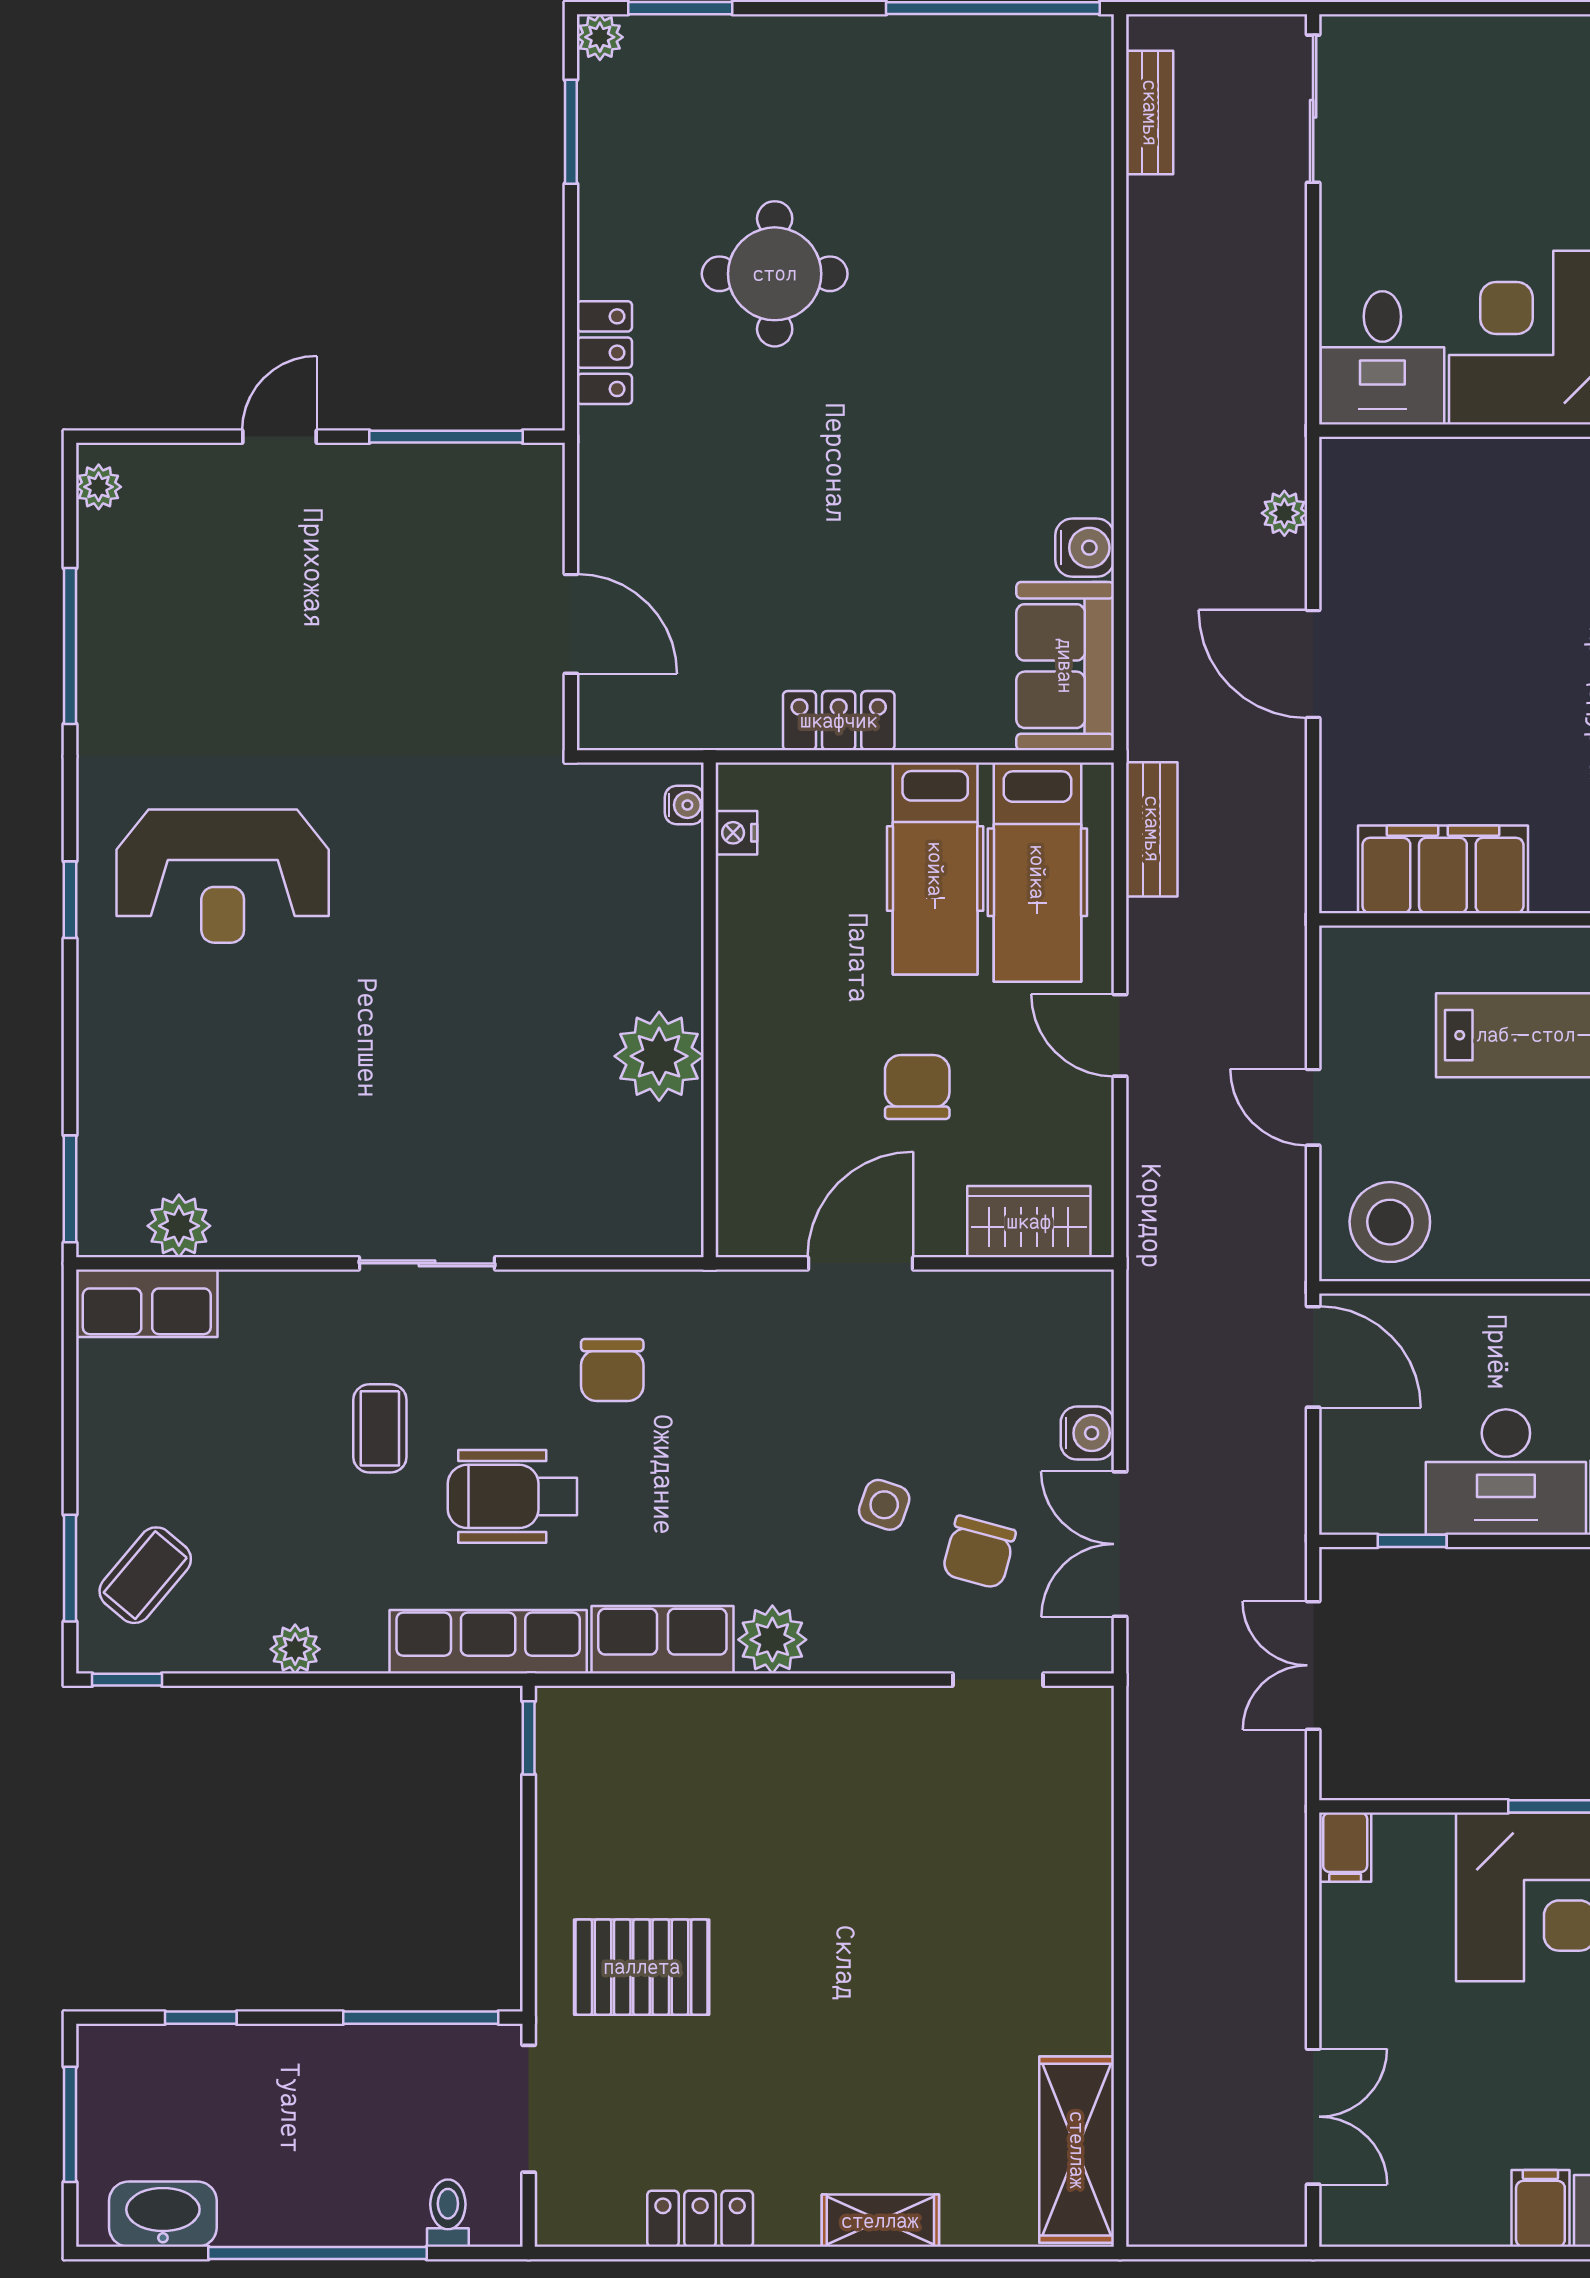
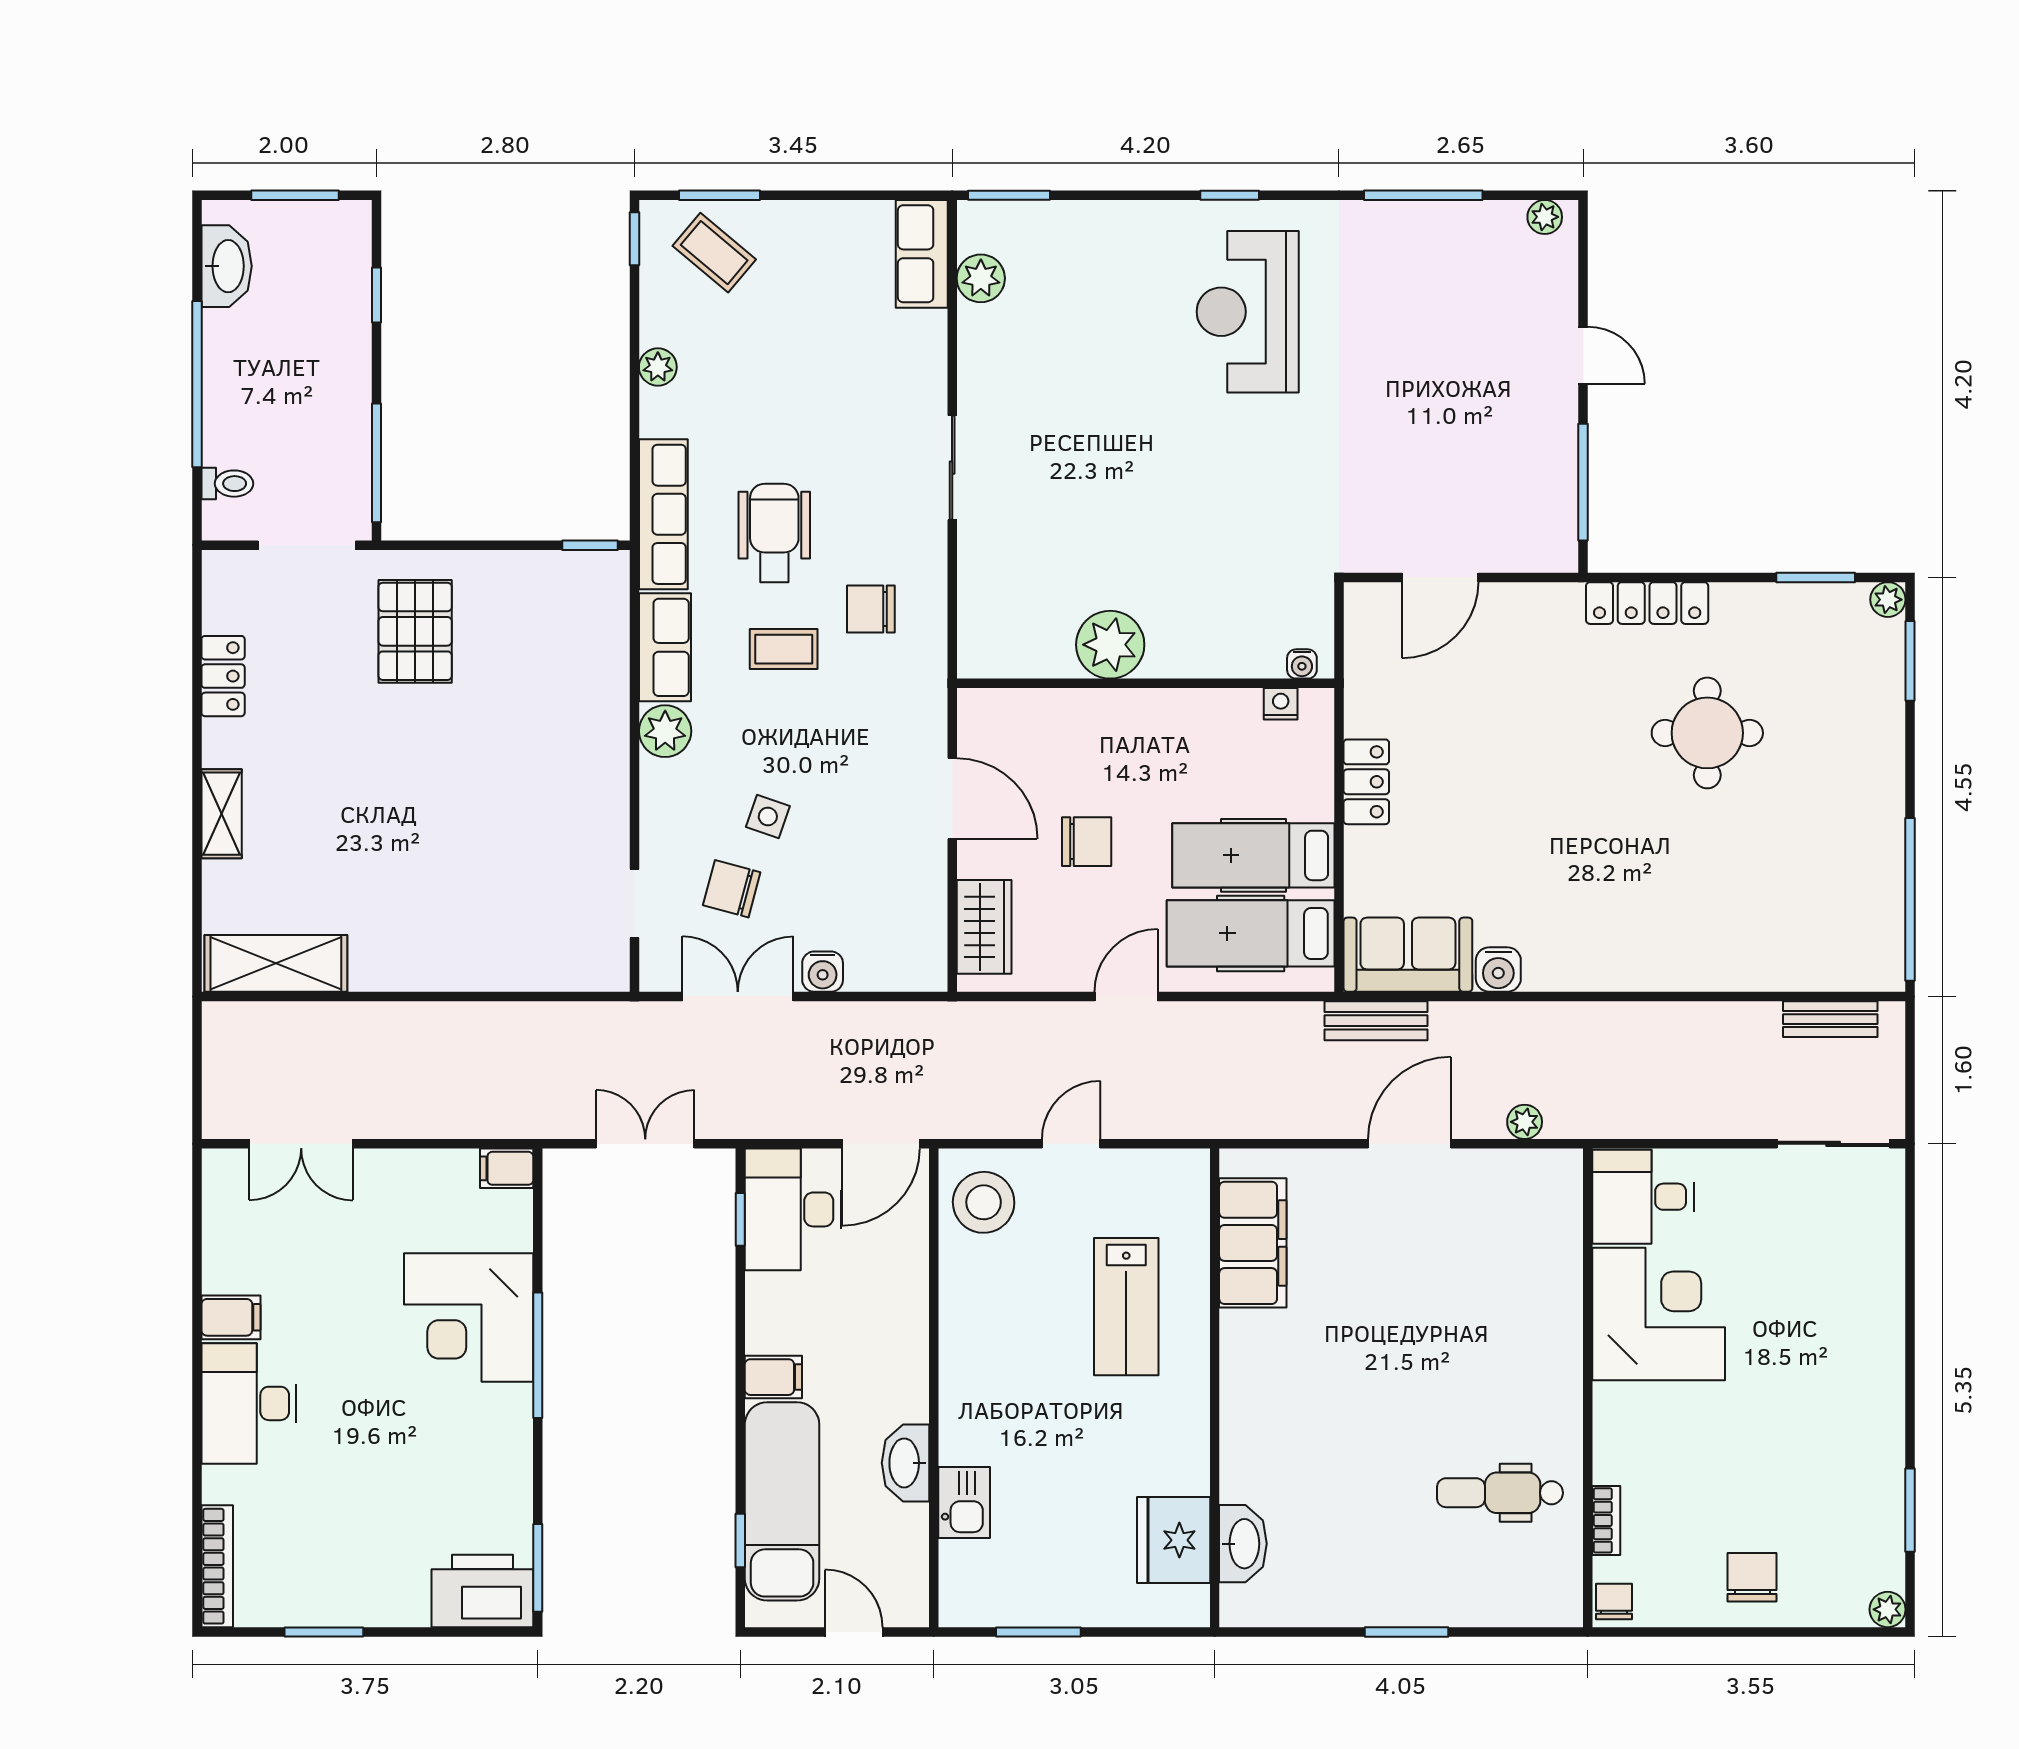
locker: (604, 353) -> (1647, 603), width x1.53
bench: (1152, 829) -> (1376, 1021), moved
coffee table: (380, 1428) -> (784, 649), moved
desk: (1506, 1472) -> (793, 1209), moved

